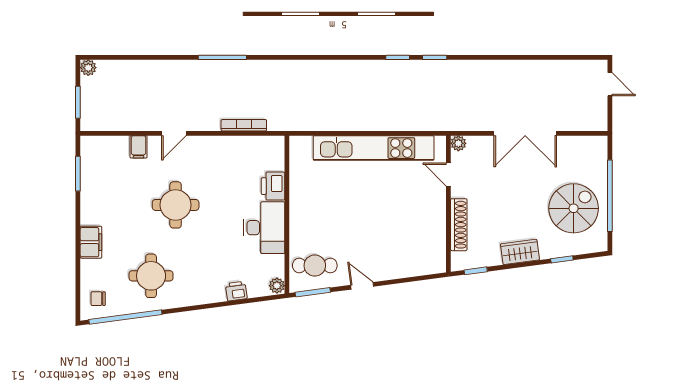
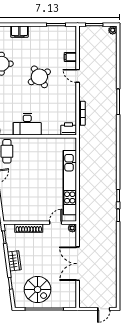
printer: (273, 186) -> (68, 129), moved
round table: (176, 205) -> (39, 77), turned -32

